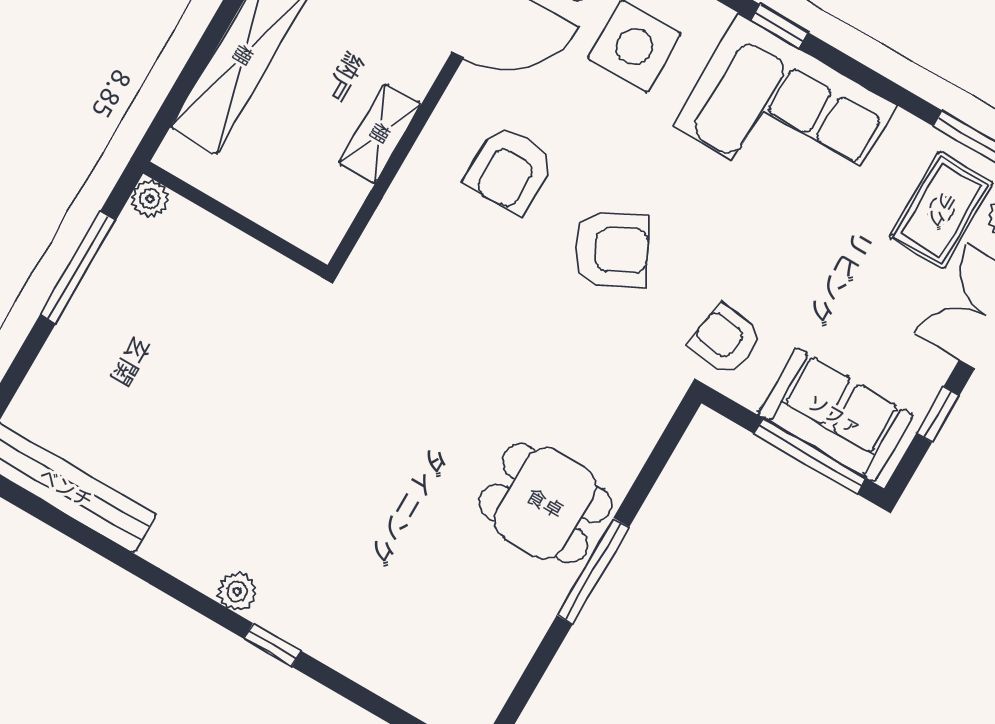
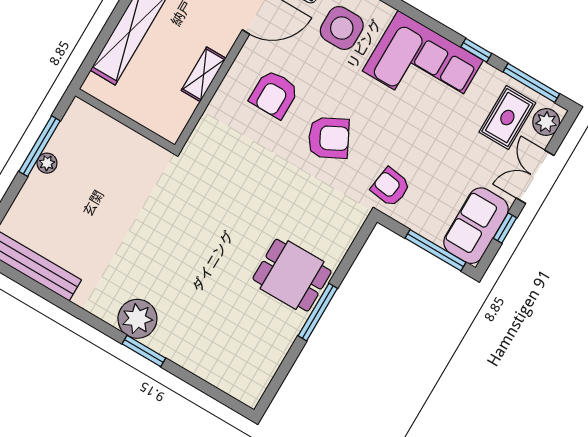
window: (779, 26) -> (476, 50), moved
plant: (150, 199) -> (47, 163), moved
sofa: (835, 415) -> (476, 226), moved, turned -90
plant: (237, 591) -> (137, 319), width x1.88, depth x1.88
window: (272, 645) -> (144, 351), width x1.50

